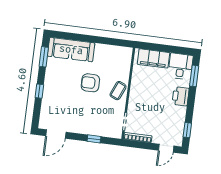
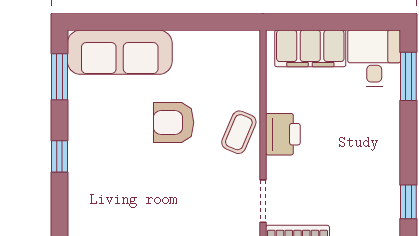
printer: (181, 96) -> (283, 134), moved, turned 180

